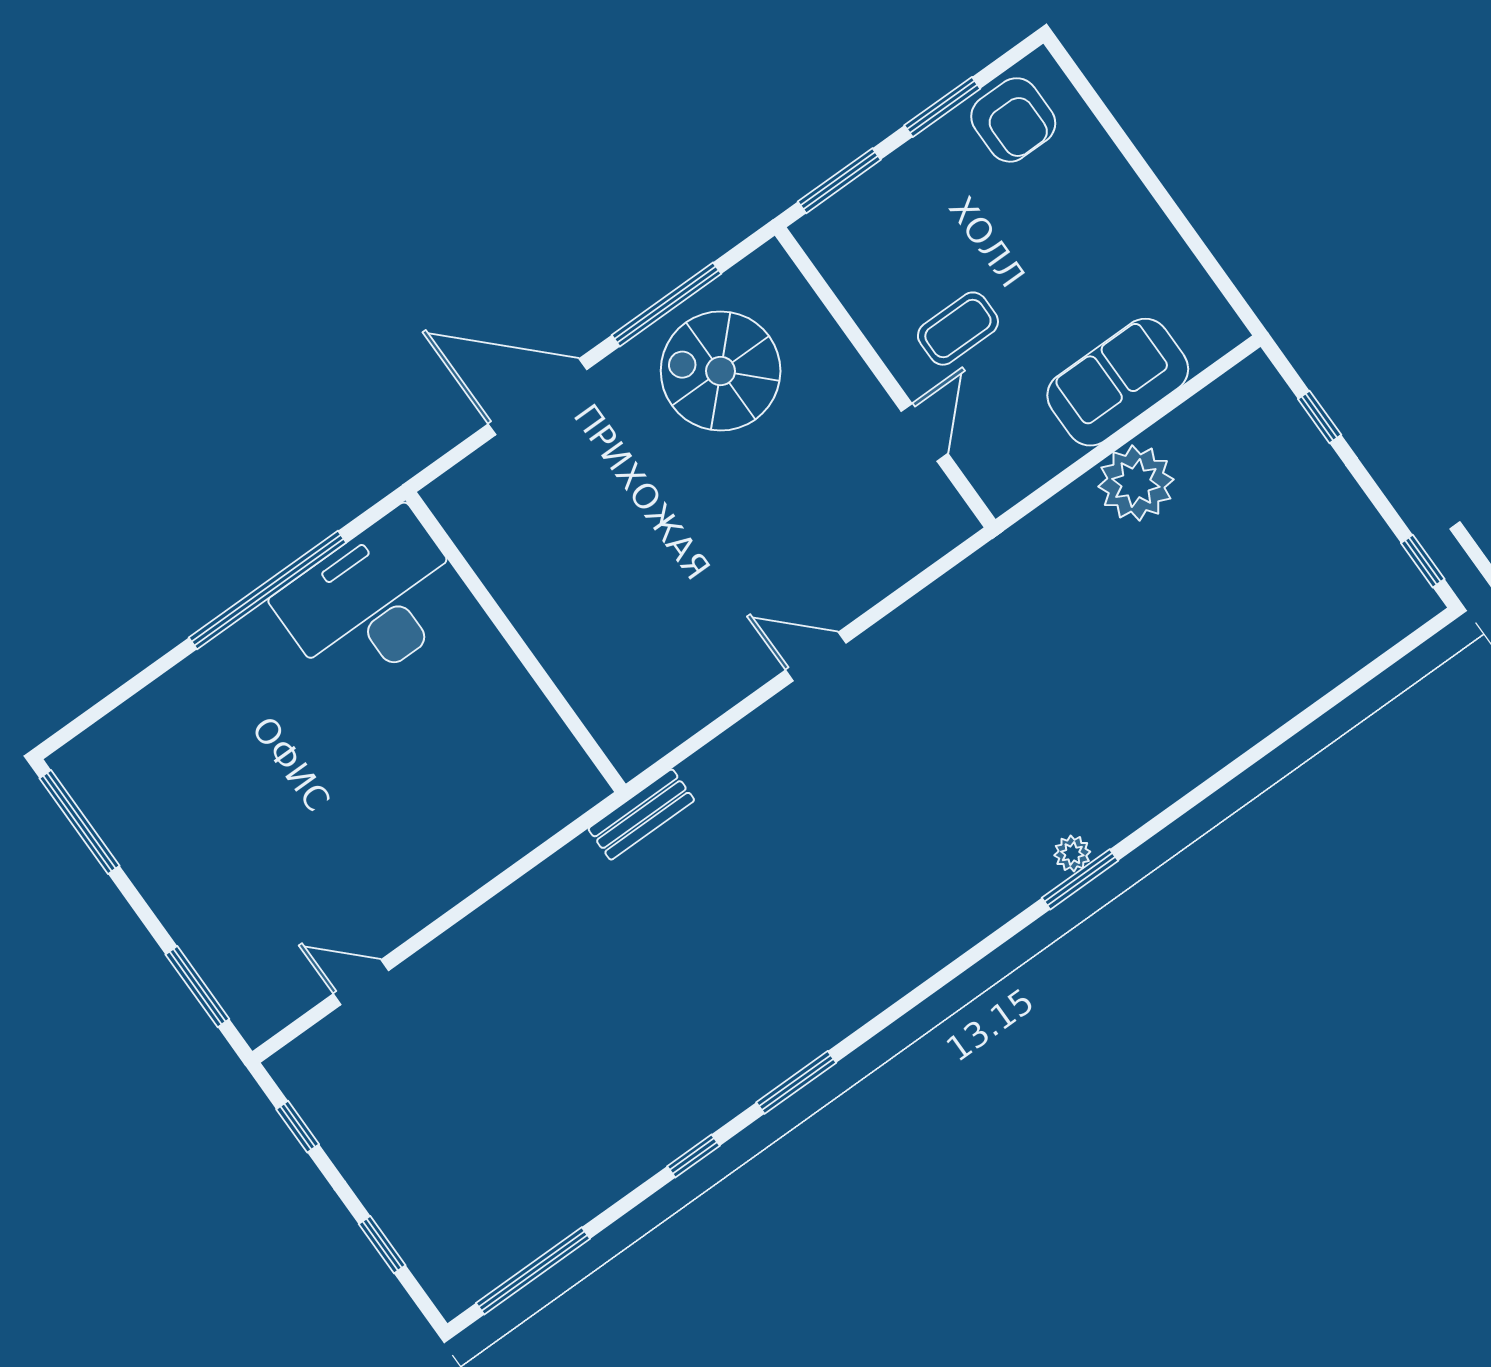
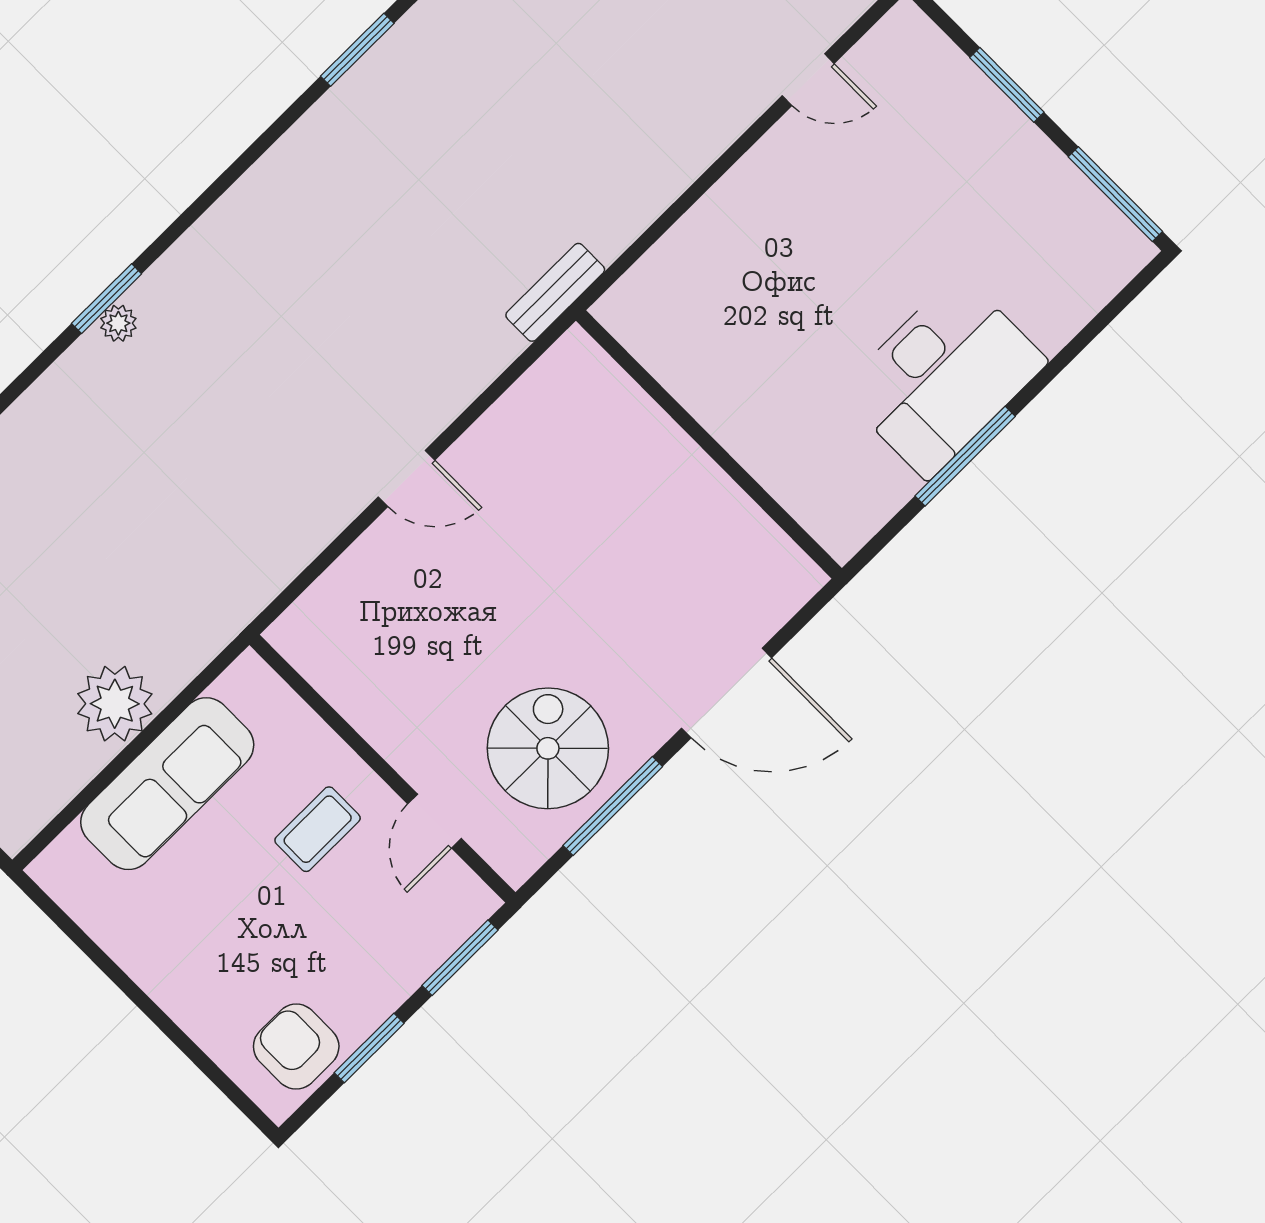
spiral stairs: (721, 371) -> (548, 748), turned -90
sofa: (1118, 382) -> (167, 784), width x1.36
door: (924, 432) -> (435, 821), moved
window: (267, 590) -> (965, 456), width x0.68
desk: (373, 602) -> (943, 376), moved
window: (197, 987) -> (1007, 85), moved

